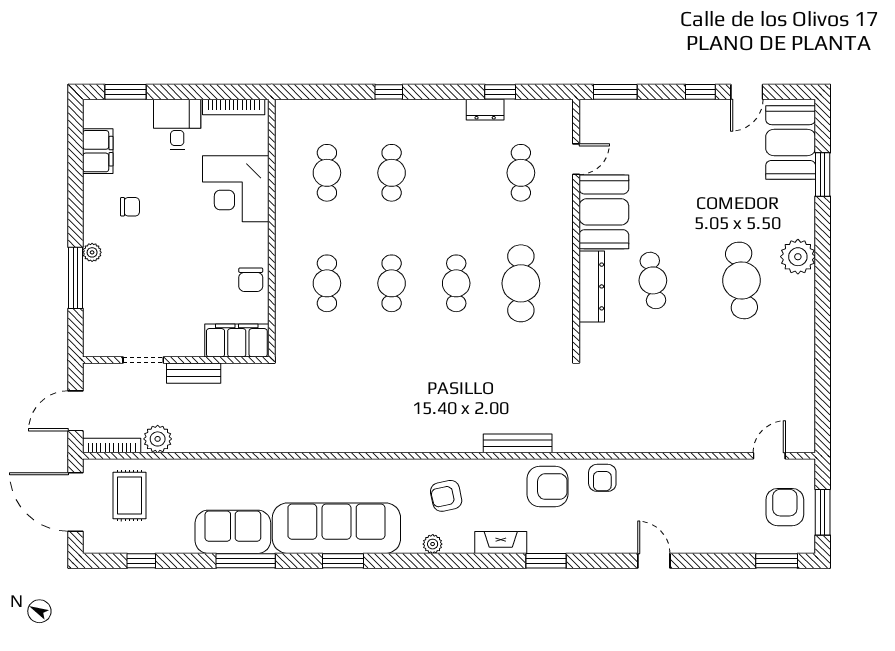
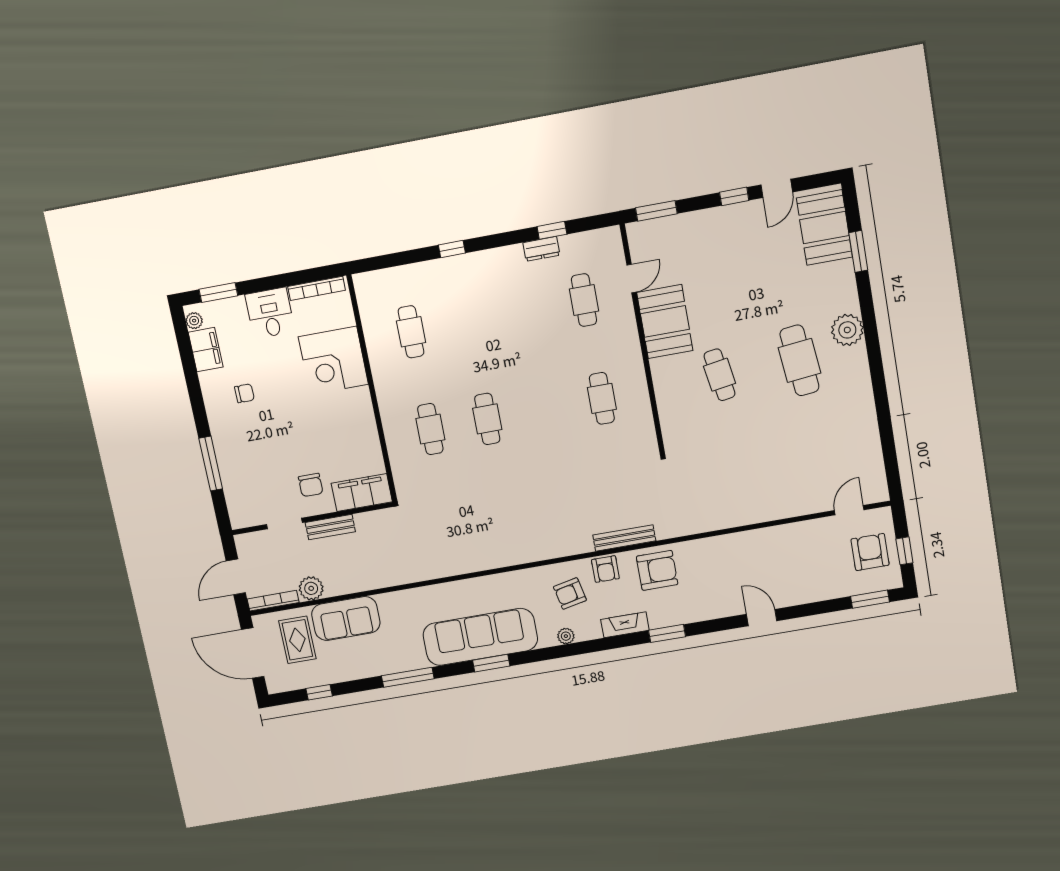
cafe table: (392, 173) -> (468, 321), removed
plant: (92, 252) -> (194, 321), moved
chair: (251, 280) -> (311, 485), moved
cafe table: (456, 283) -> (544, 409), removed
cafe table: (521, 283) -> (602, 398), width x0.73, depth x0.74
dresser: (592, 286) -> (666, 390), removed
armchair: (602, 478) -> (605, 569), moved
window: (823, 512) -> (904, 551), width x0.67
sofa: (233, 532) -> (346, 619), moved, turned 180

